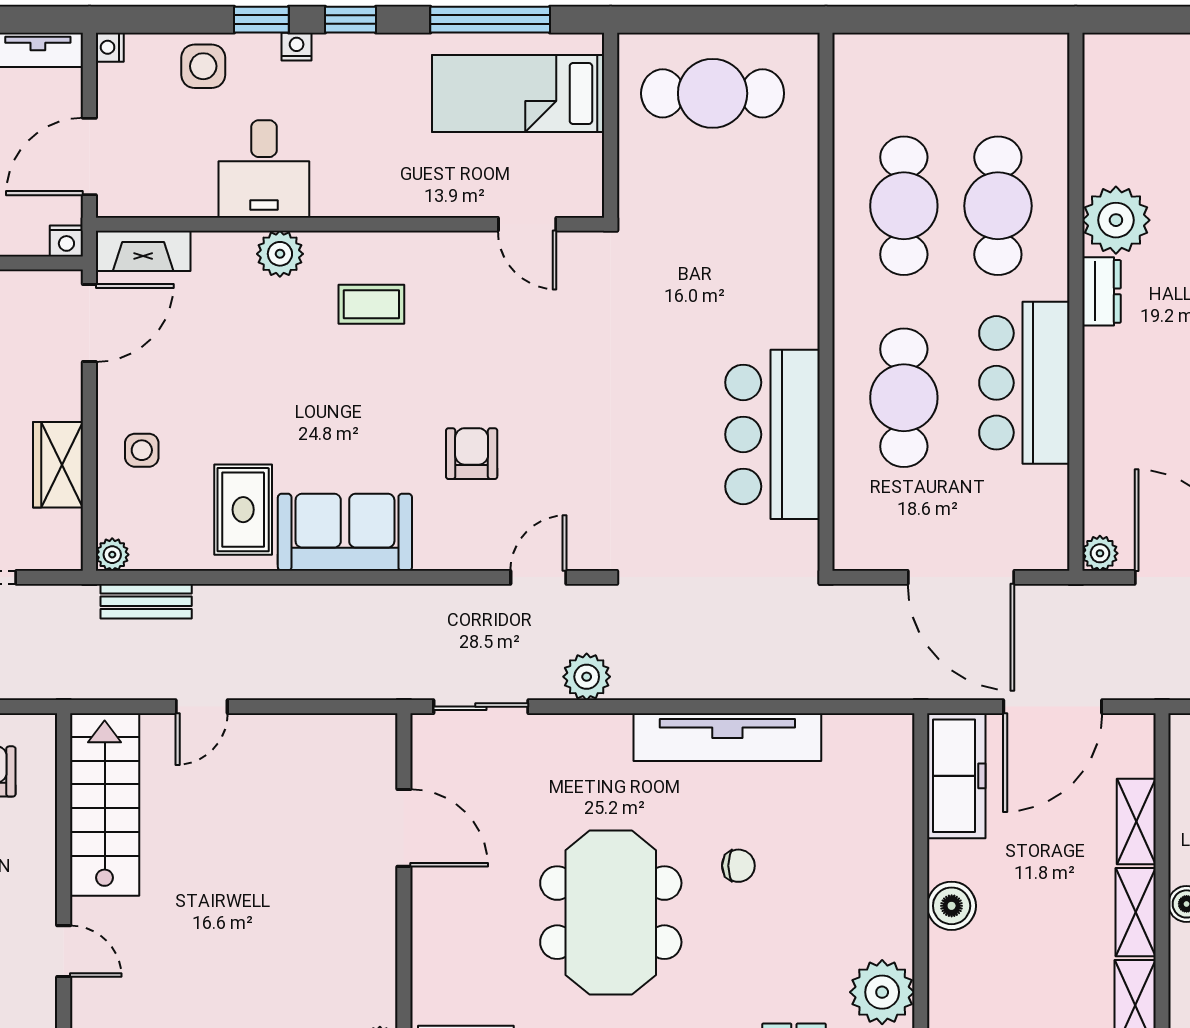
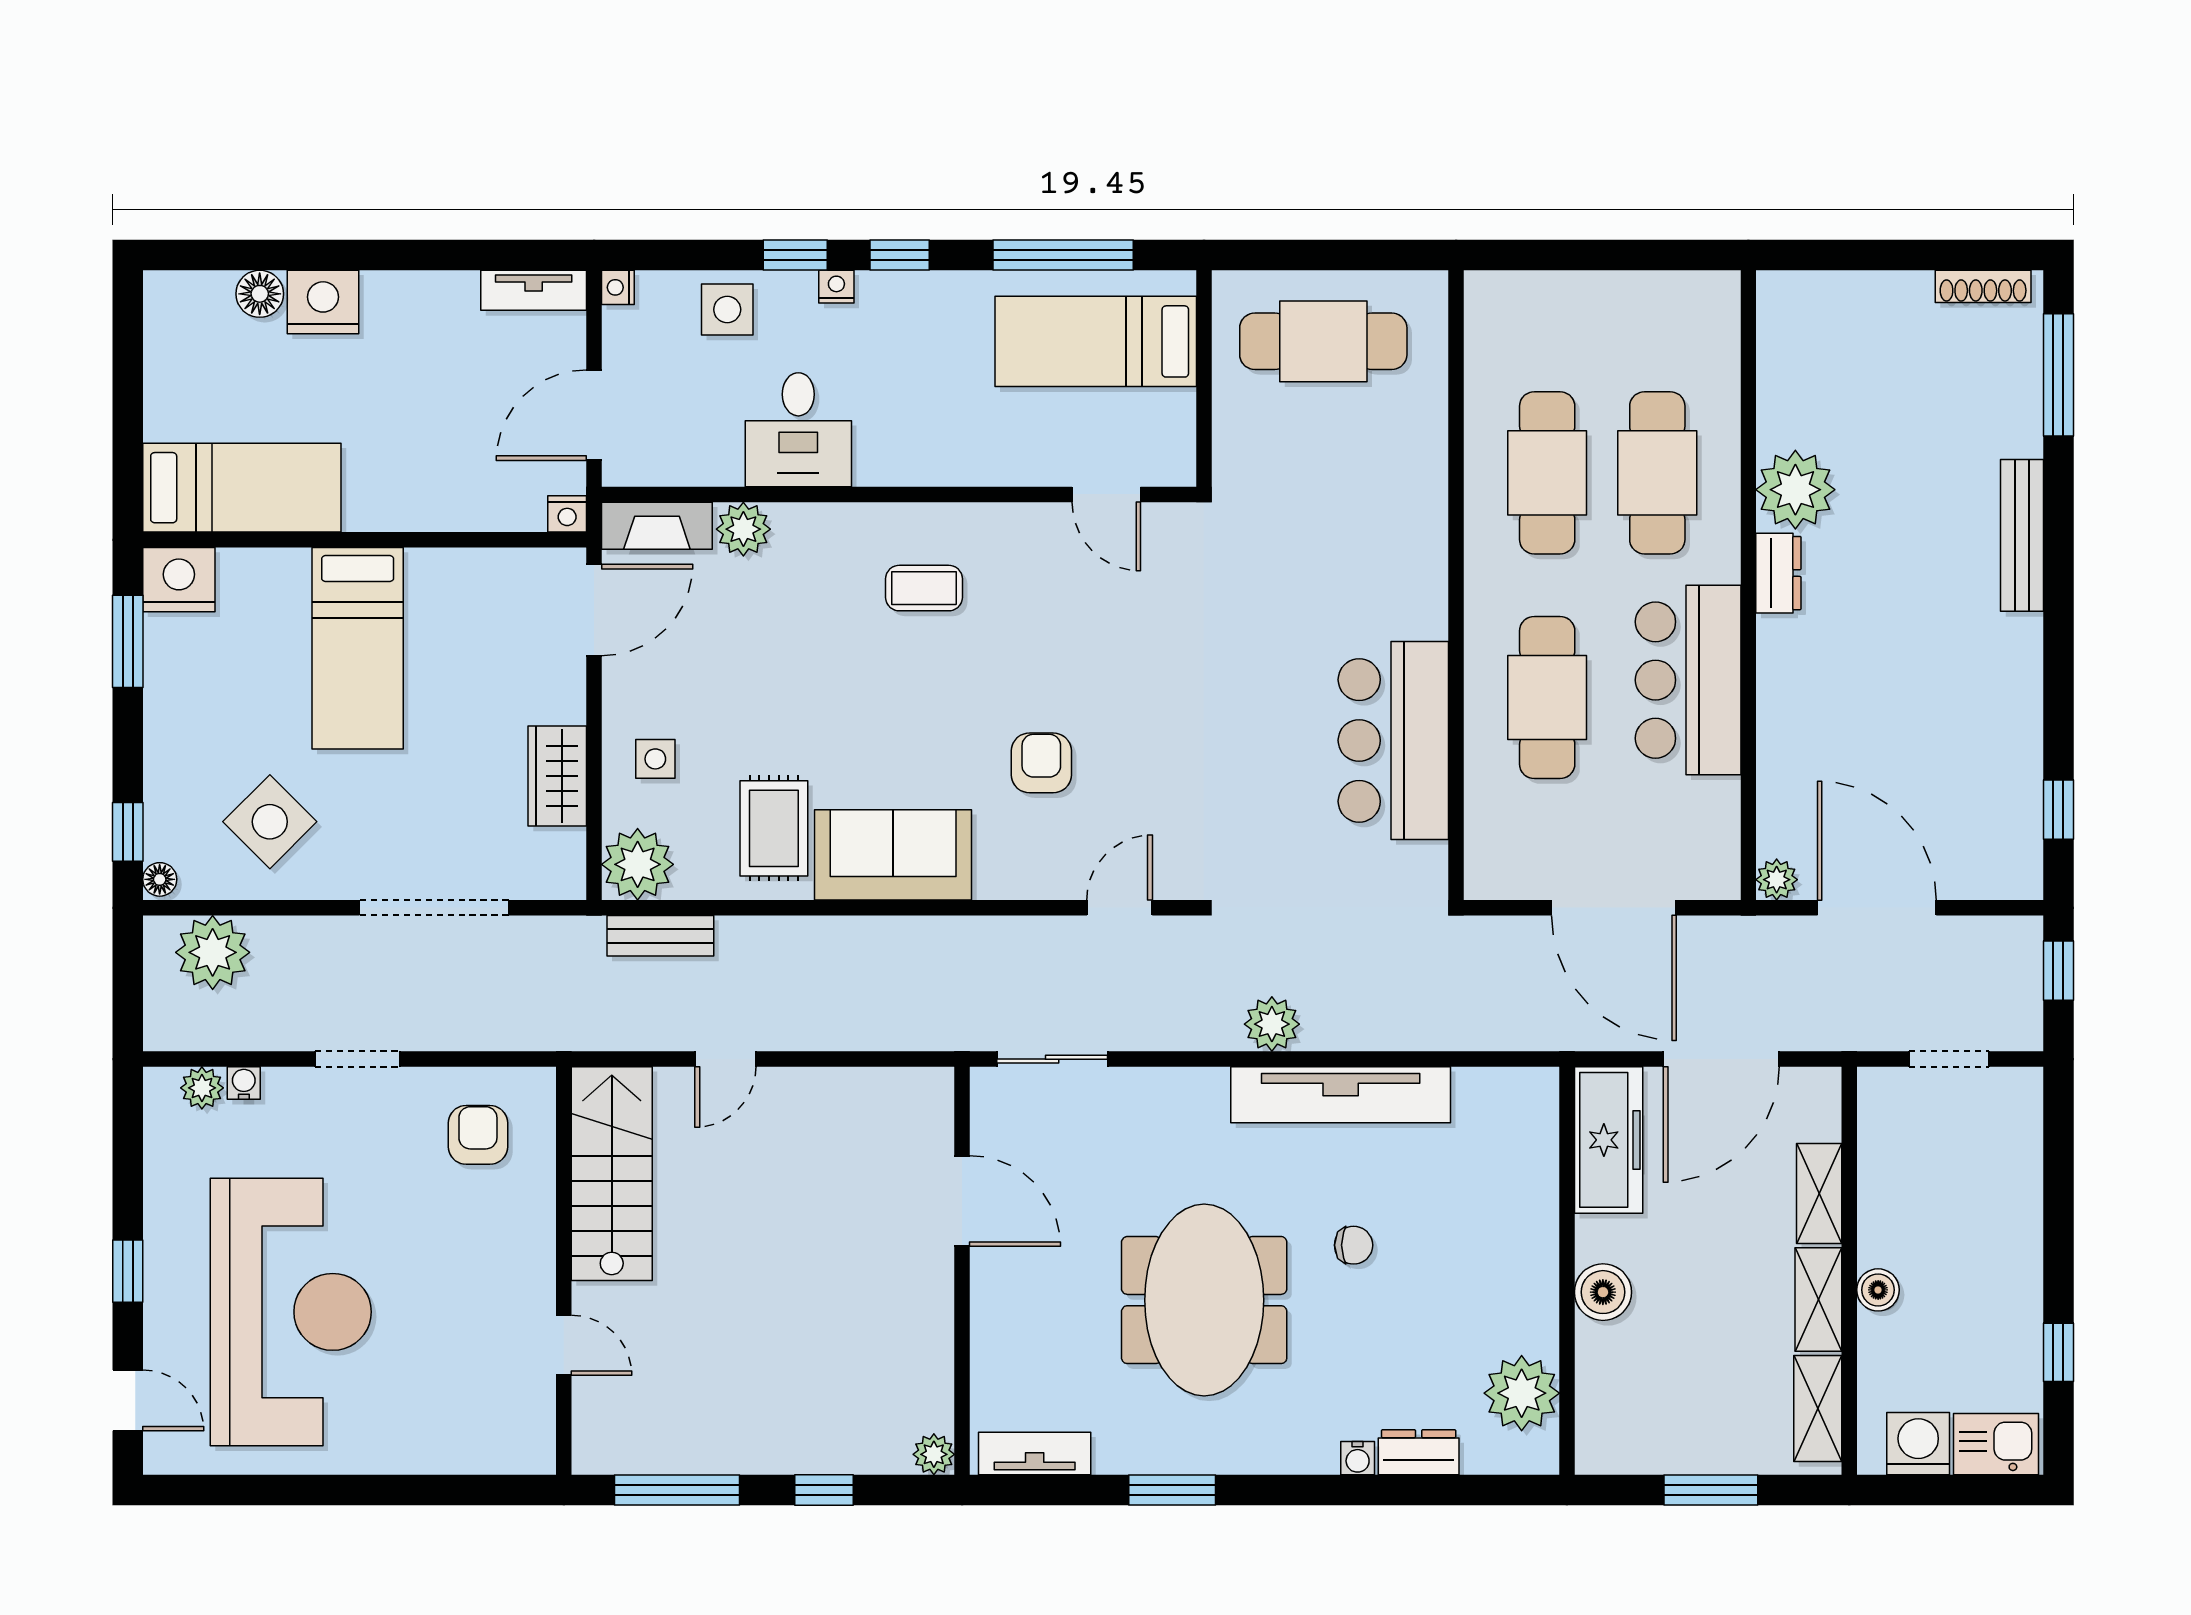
plant: (280, 254) -> (743, 529), moved
plant: (112, 555) -> (638, 864), width x1.88, depth x1.88
plant: (587, 677) -> (1272, 1024), moved

